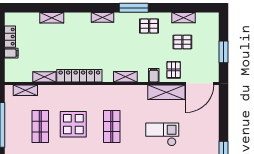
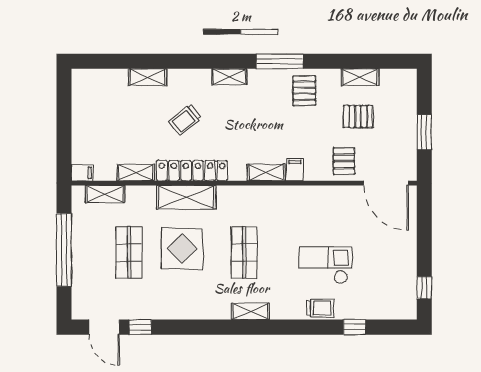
pallet: (149, 26) -> (304, 91), turned 90
locker: (10, 37) -> (80, 108), removed
trolley: (75, 44) -> (185, 120), added
filing cabinet: (11, 53) -> (82, 173), moved
filing cabinet: (154, 75) -> (295, 170), moved
door: (200, 83) -> (386, 183), hinge flipped
shelving: (166, 92) -> (186, 197), moved

